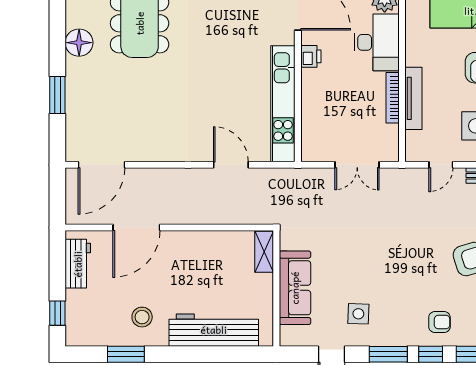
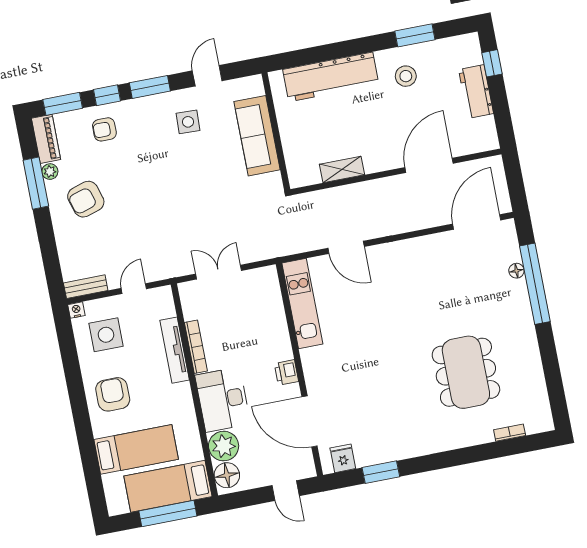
floor lamp: (79, 43) -> (516, 271), moved, width x0.53, depth x0.53
window: (57, 95) -> (535, 284), width x2.11
kitchen unit: (283, 104) -> (302, 304), width x0.73
shelving: (264, 252) -> (342, 170), moved, turned 90
workbench: (78, 264) -> (476, 92), moved

